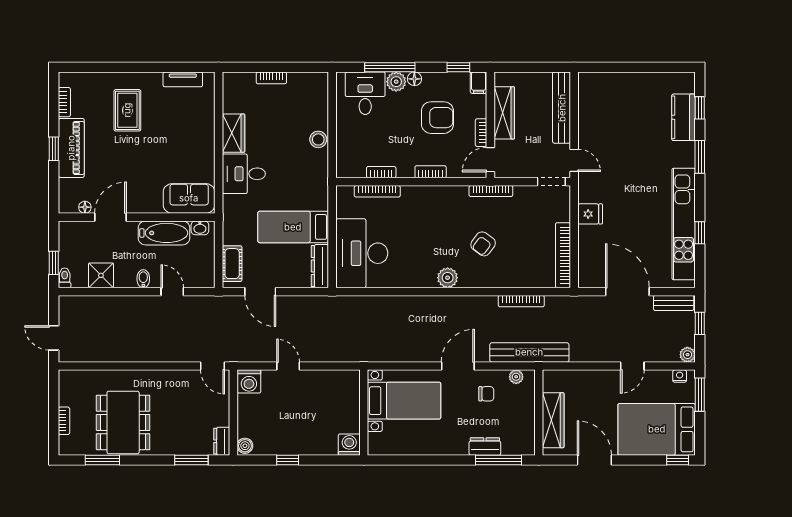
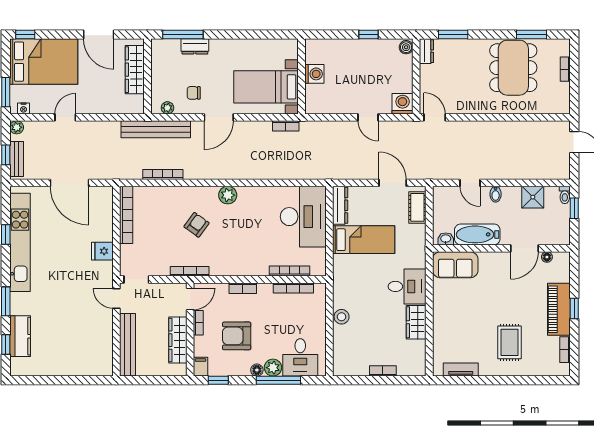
bookcase: (381, 172) -> (293, 288), width x1.56
bench: (674, 303) -> (17, 159), moved, turned 90
bookcase: (382, 356) -> (286, 126), added
washing machine: (349, 445) -> (314, 74), moved, turned -90

